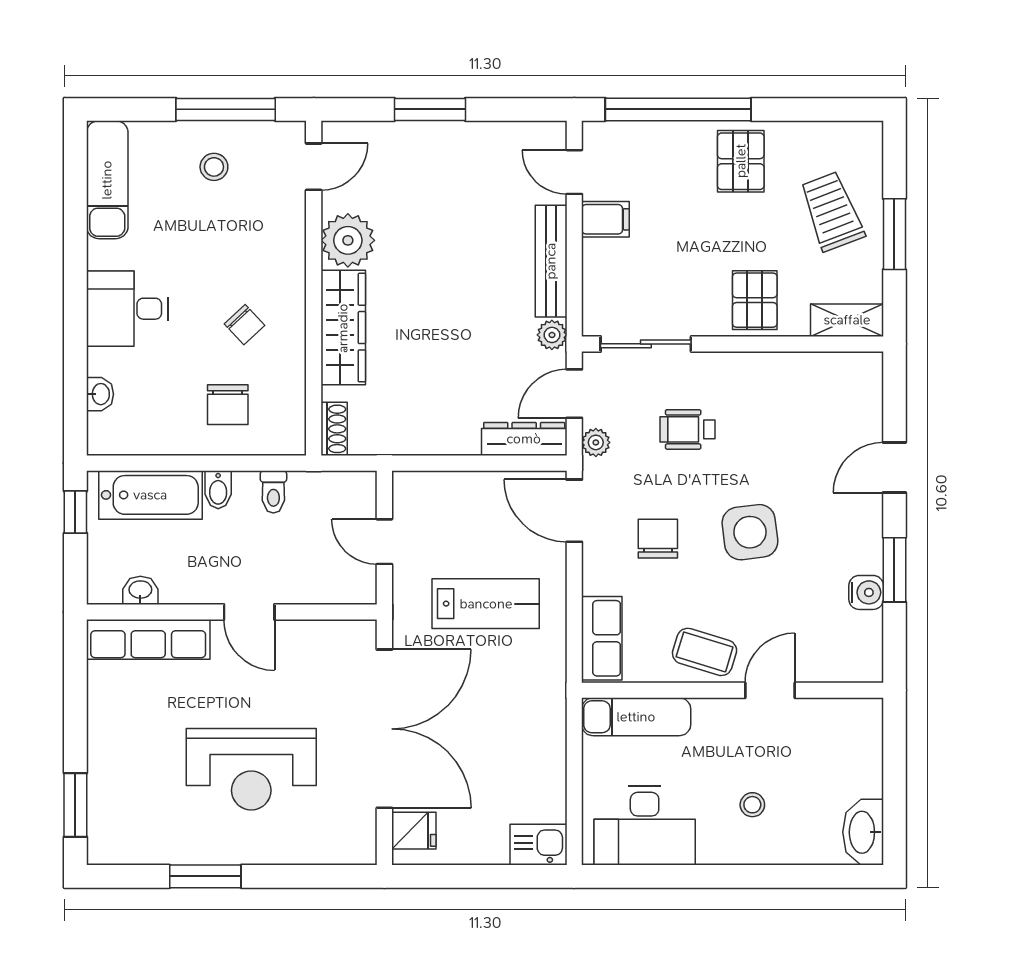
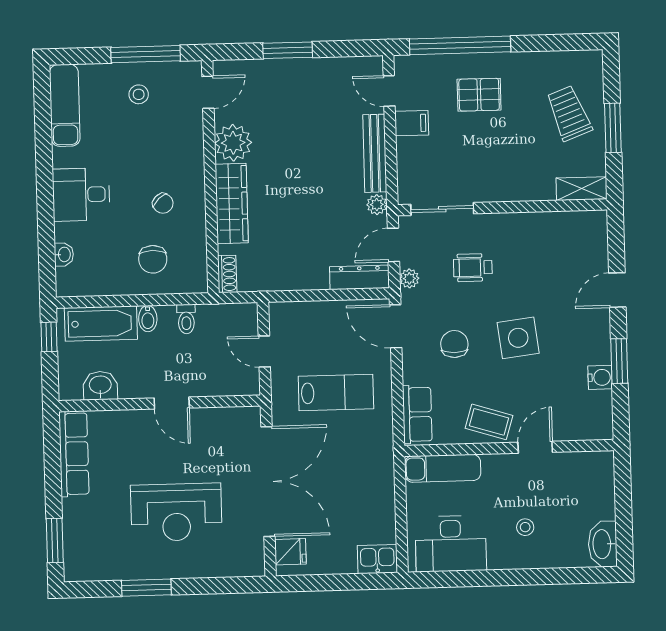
pallet: (741, 161) -> (479, 95), moved, turned 90
pallet: (755, 300) -> (517, 176), removed
washbasin: (140, 590) -> (100, 386), width x1.38, depth x1.45
row of seats: (148, 639) -> (74, 454), moved, turned -90

